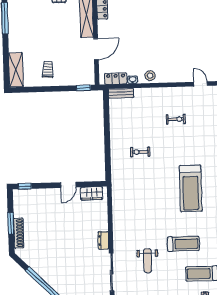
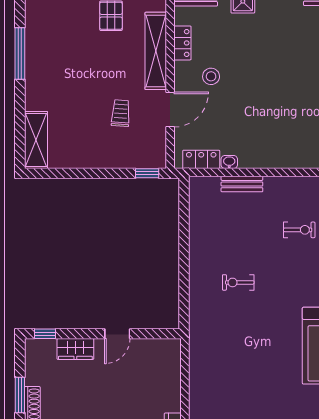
trolley: (48, 69) -> (121, 113), moved
stool: (150, 76) -> (211, 76), moved
bench: (121, 93) -> (242, 184), moved
wardrobe: (92, 193) -> (75, 349), moved

